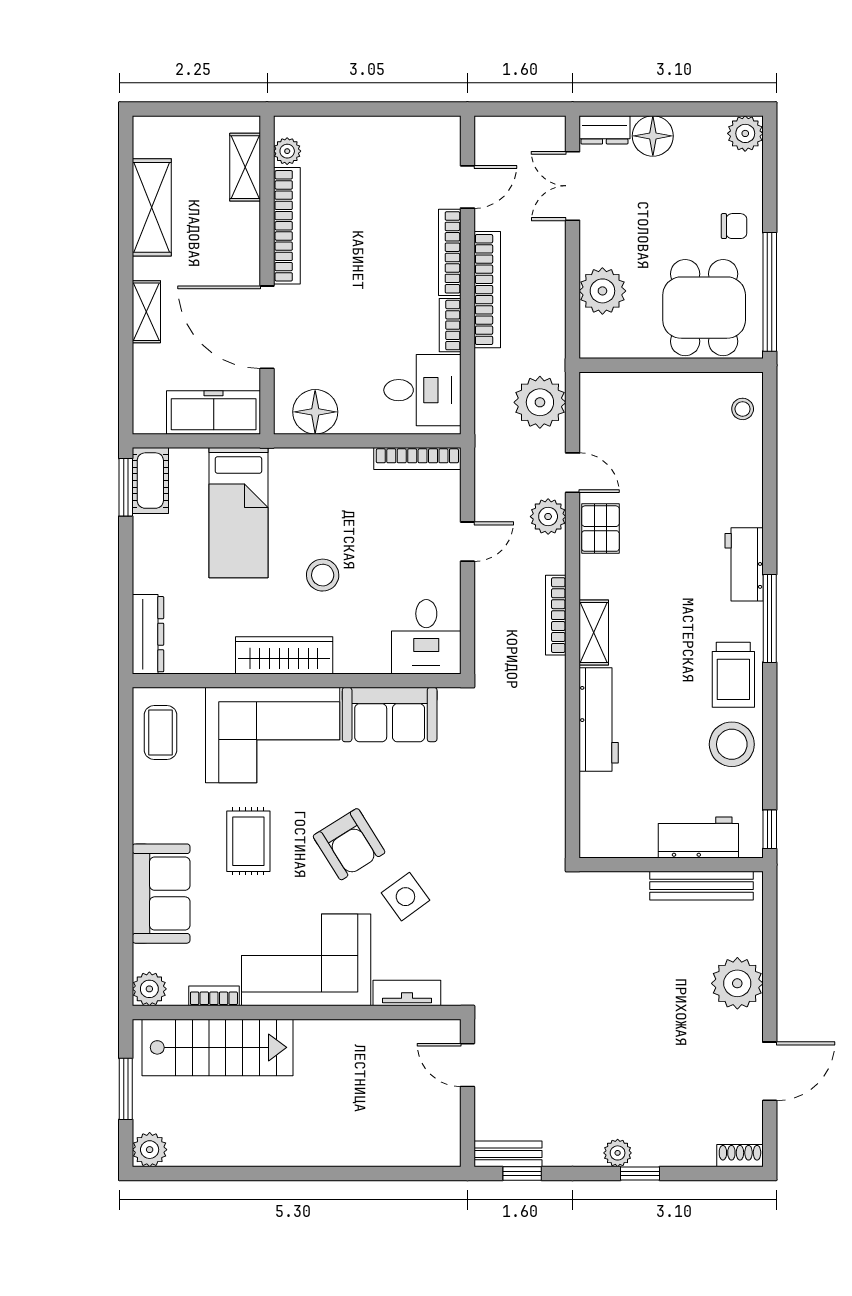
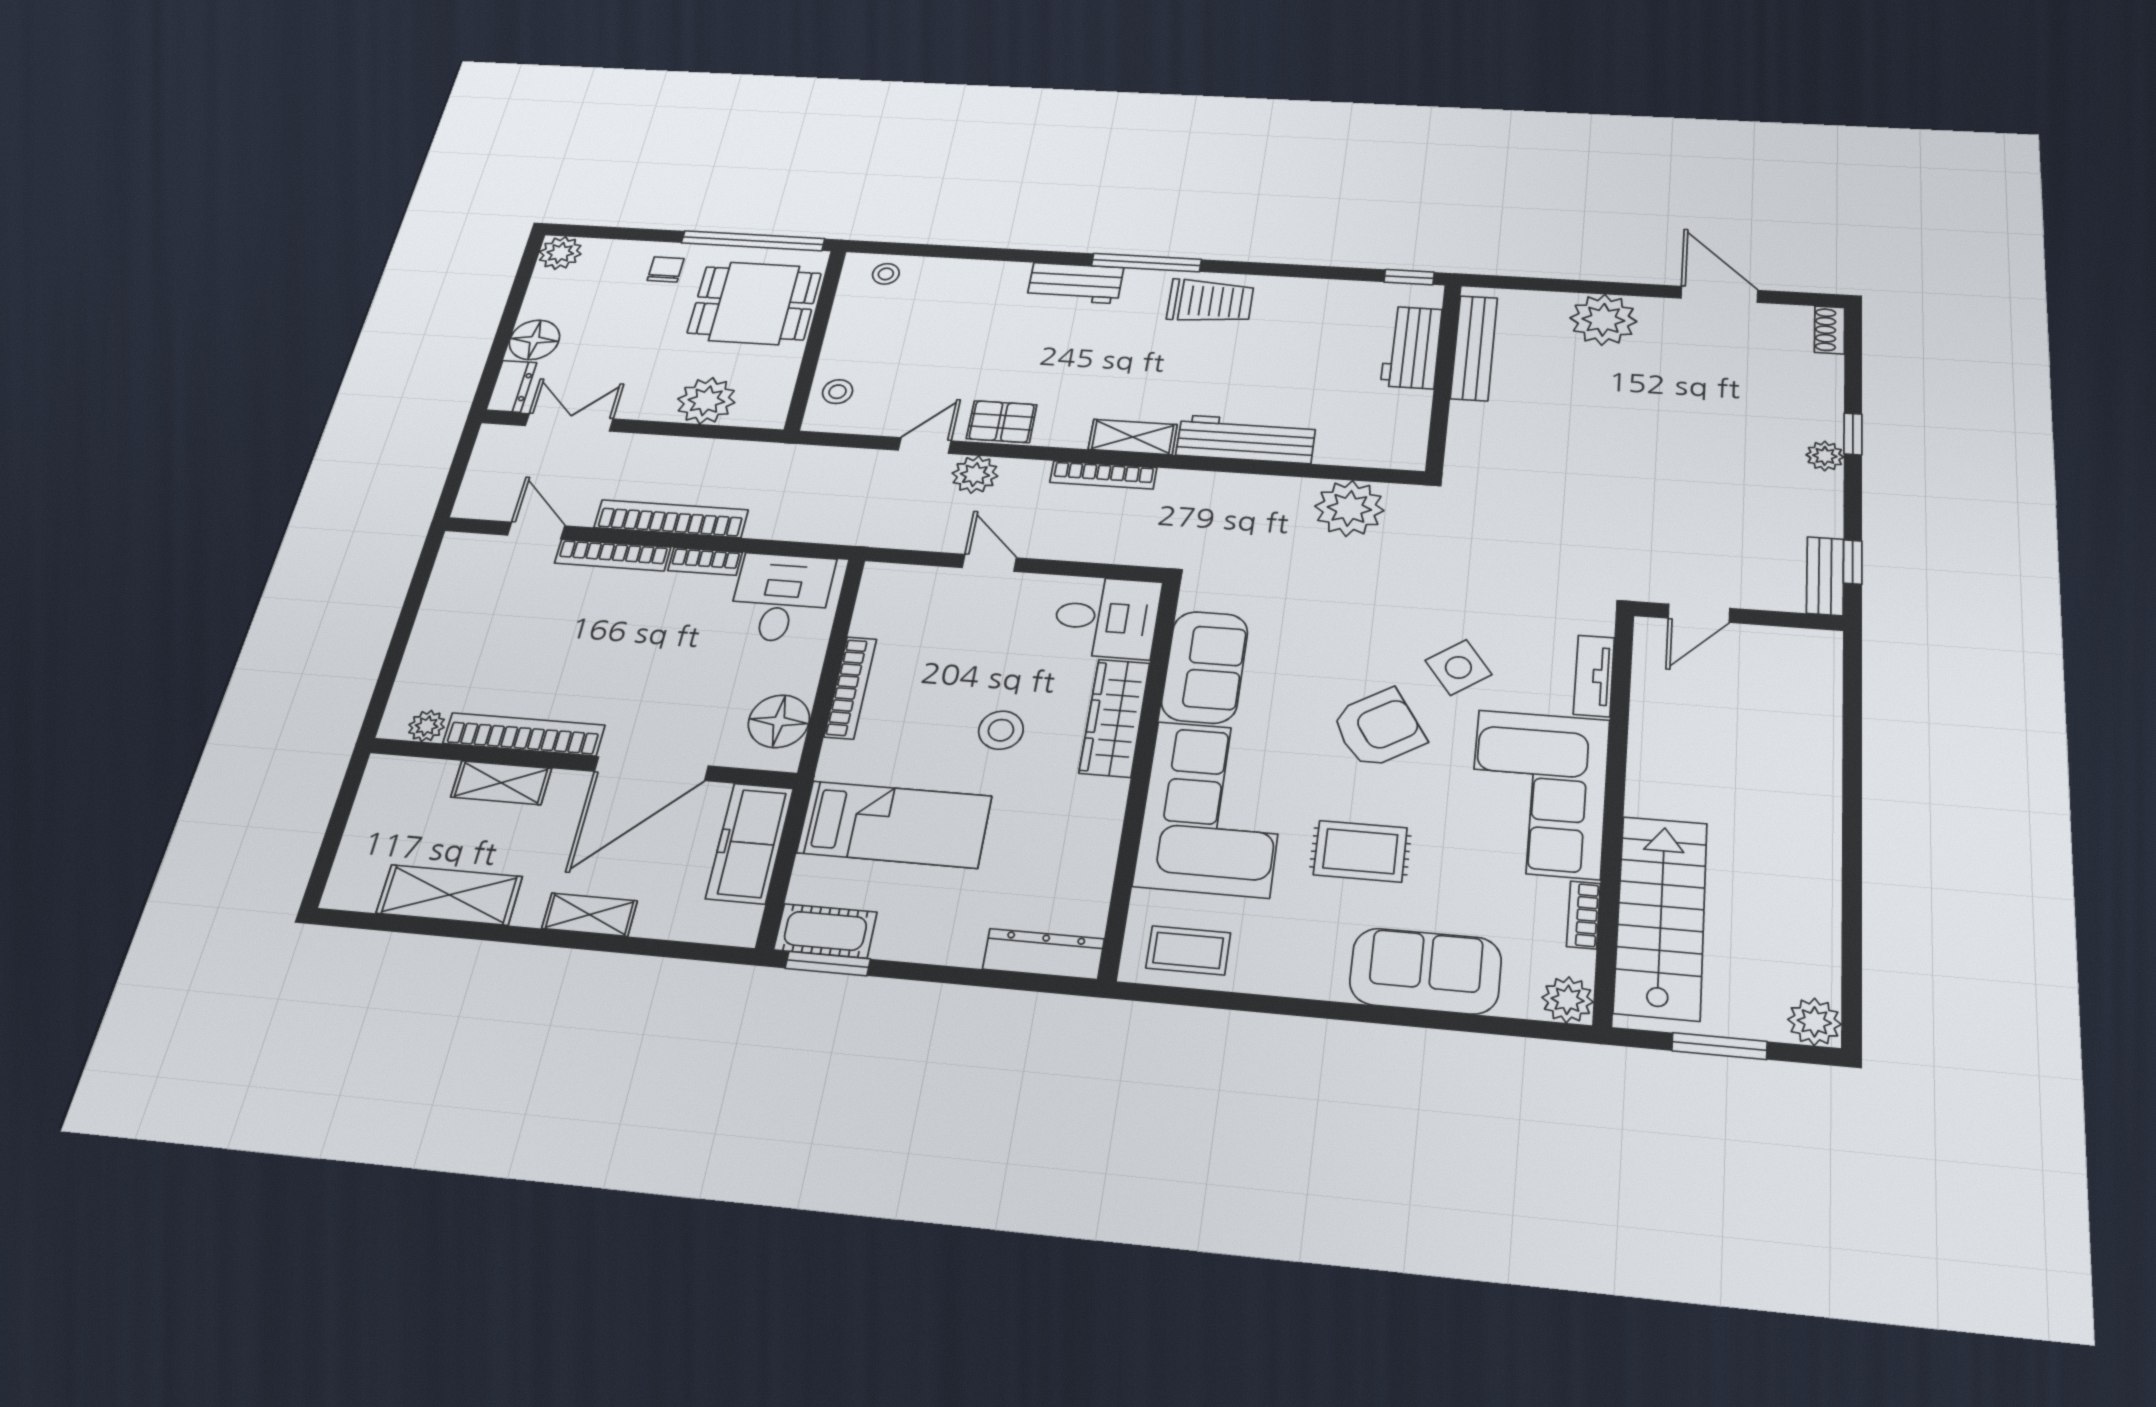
shelving: (245, 167) -> (501, 783), moved
double door: (573, 186) -> (569, 422), swing flipped
plant: (540, 402) -> (1349, 508), moved
bookcase: (417, 459) -> (850, 688), moved
wardrobe: (284, 655) -> (1115, 718), moved
stool: (732, 744) -> (838, 392), moved, width x0.53, depth x0.53

